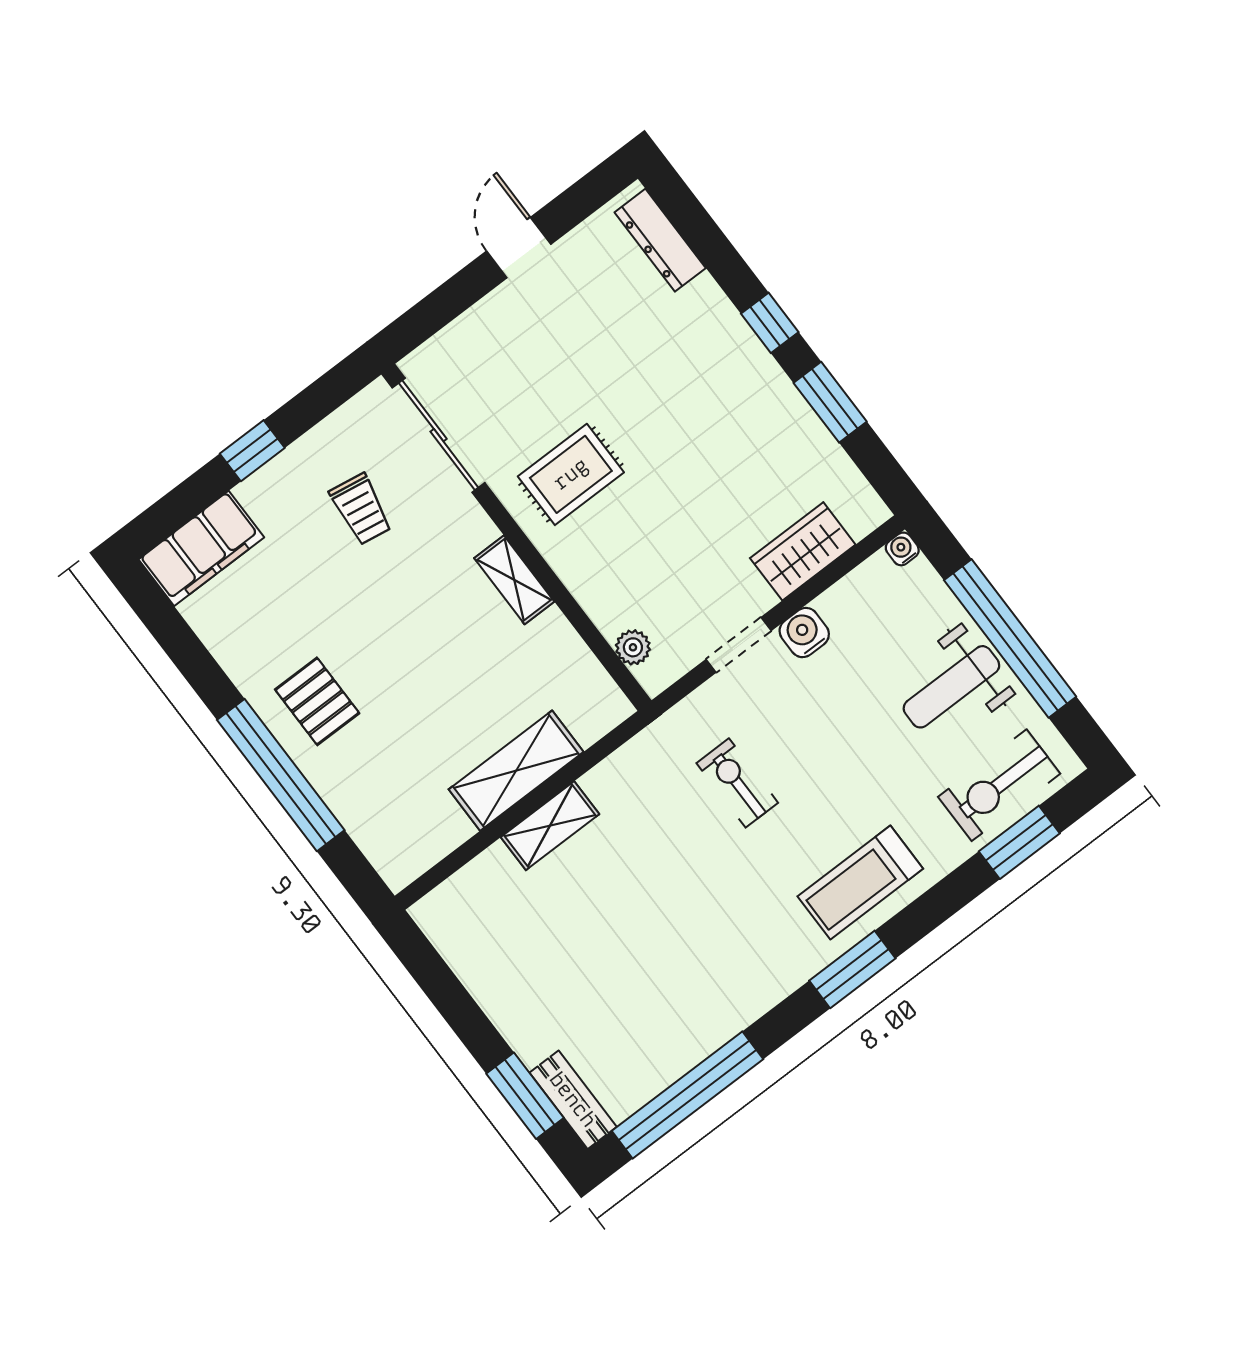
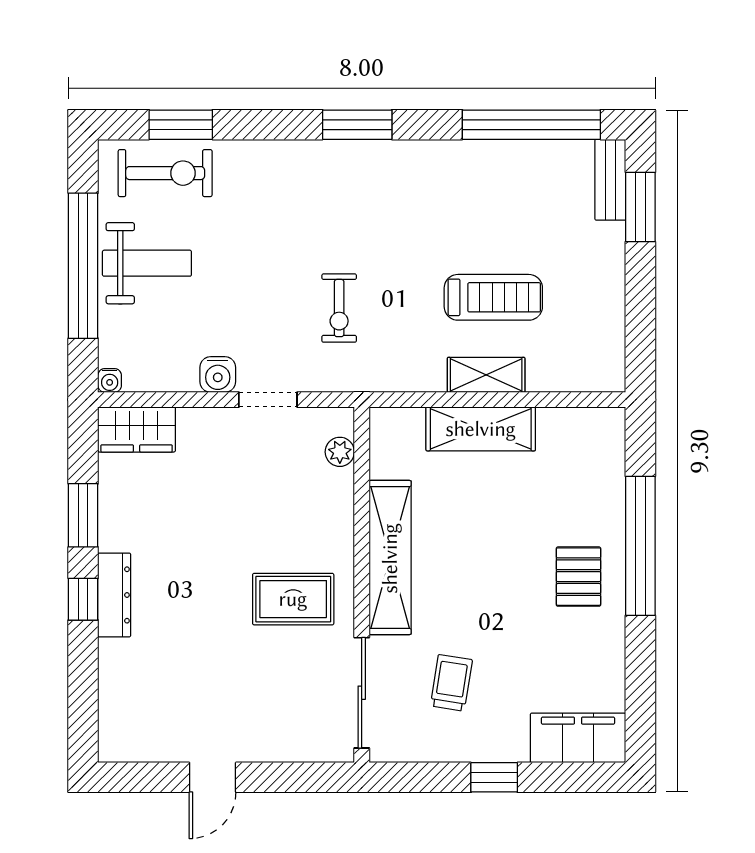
dresser: (660, 240) -> (114, 595), moved
wardrobe: (803, 551) -> (137, 429), moved
shelving: (514, 580) -> (390, 558), width x2.20, depth x1.33
treadmill: (860, 882) -> (493, 297), moved

